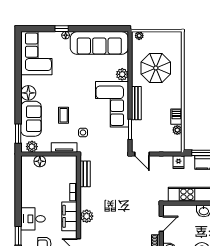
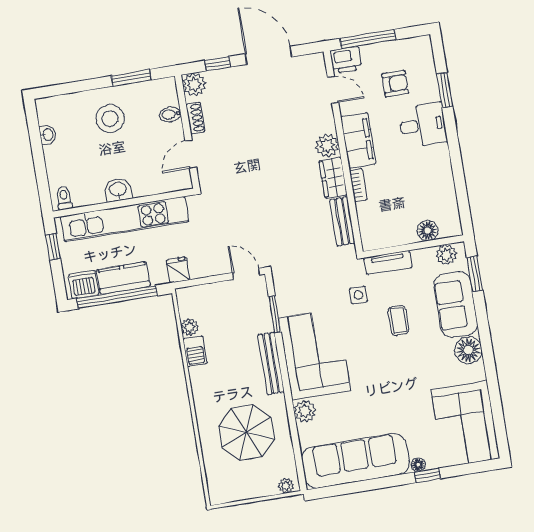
wardrobe: (86, 198) -> (333, 178), added

